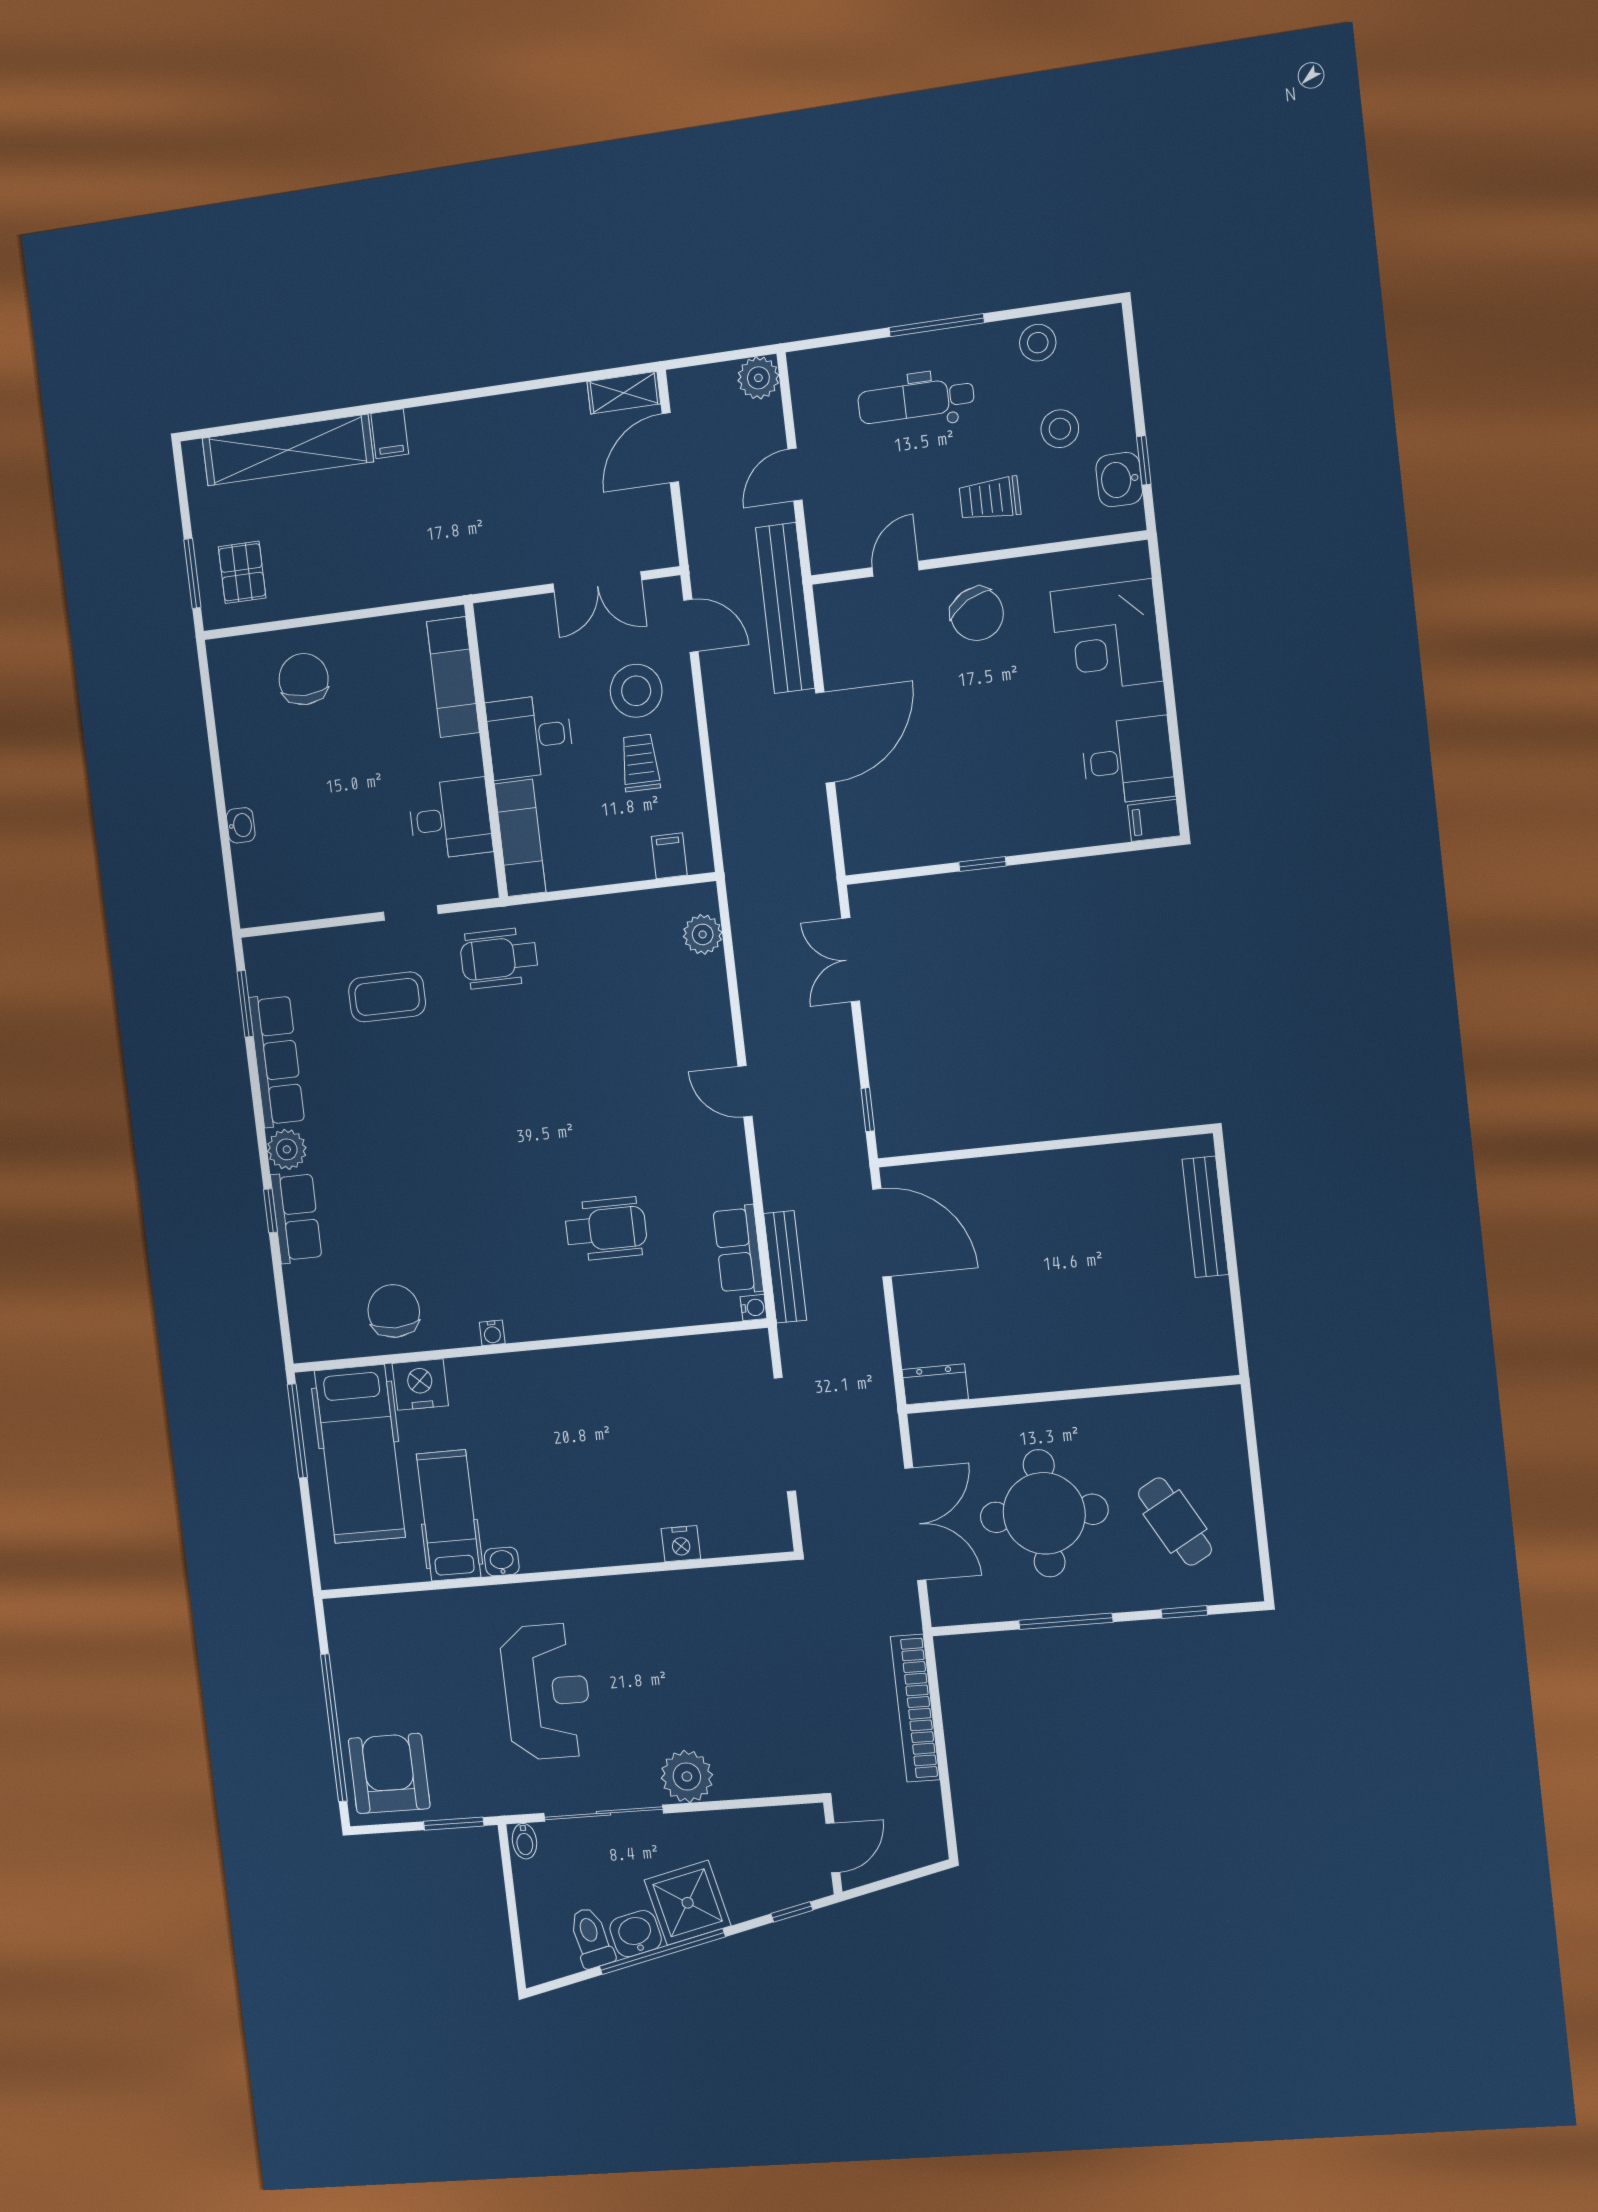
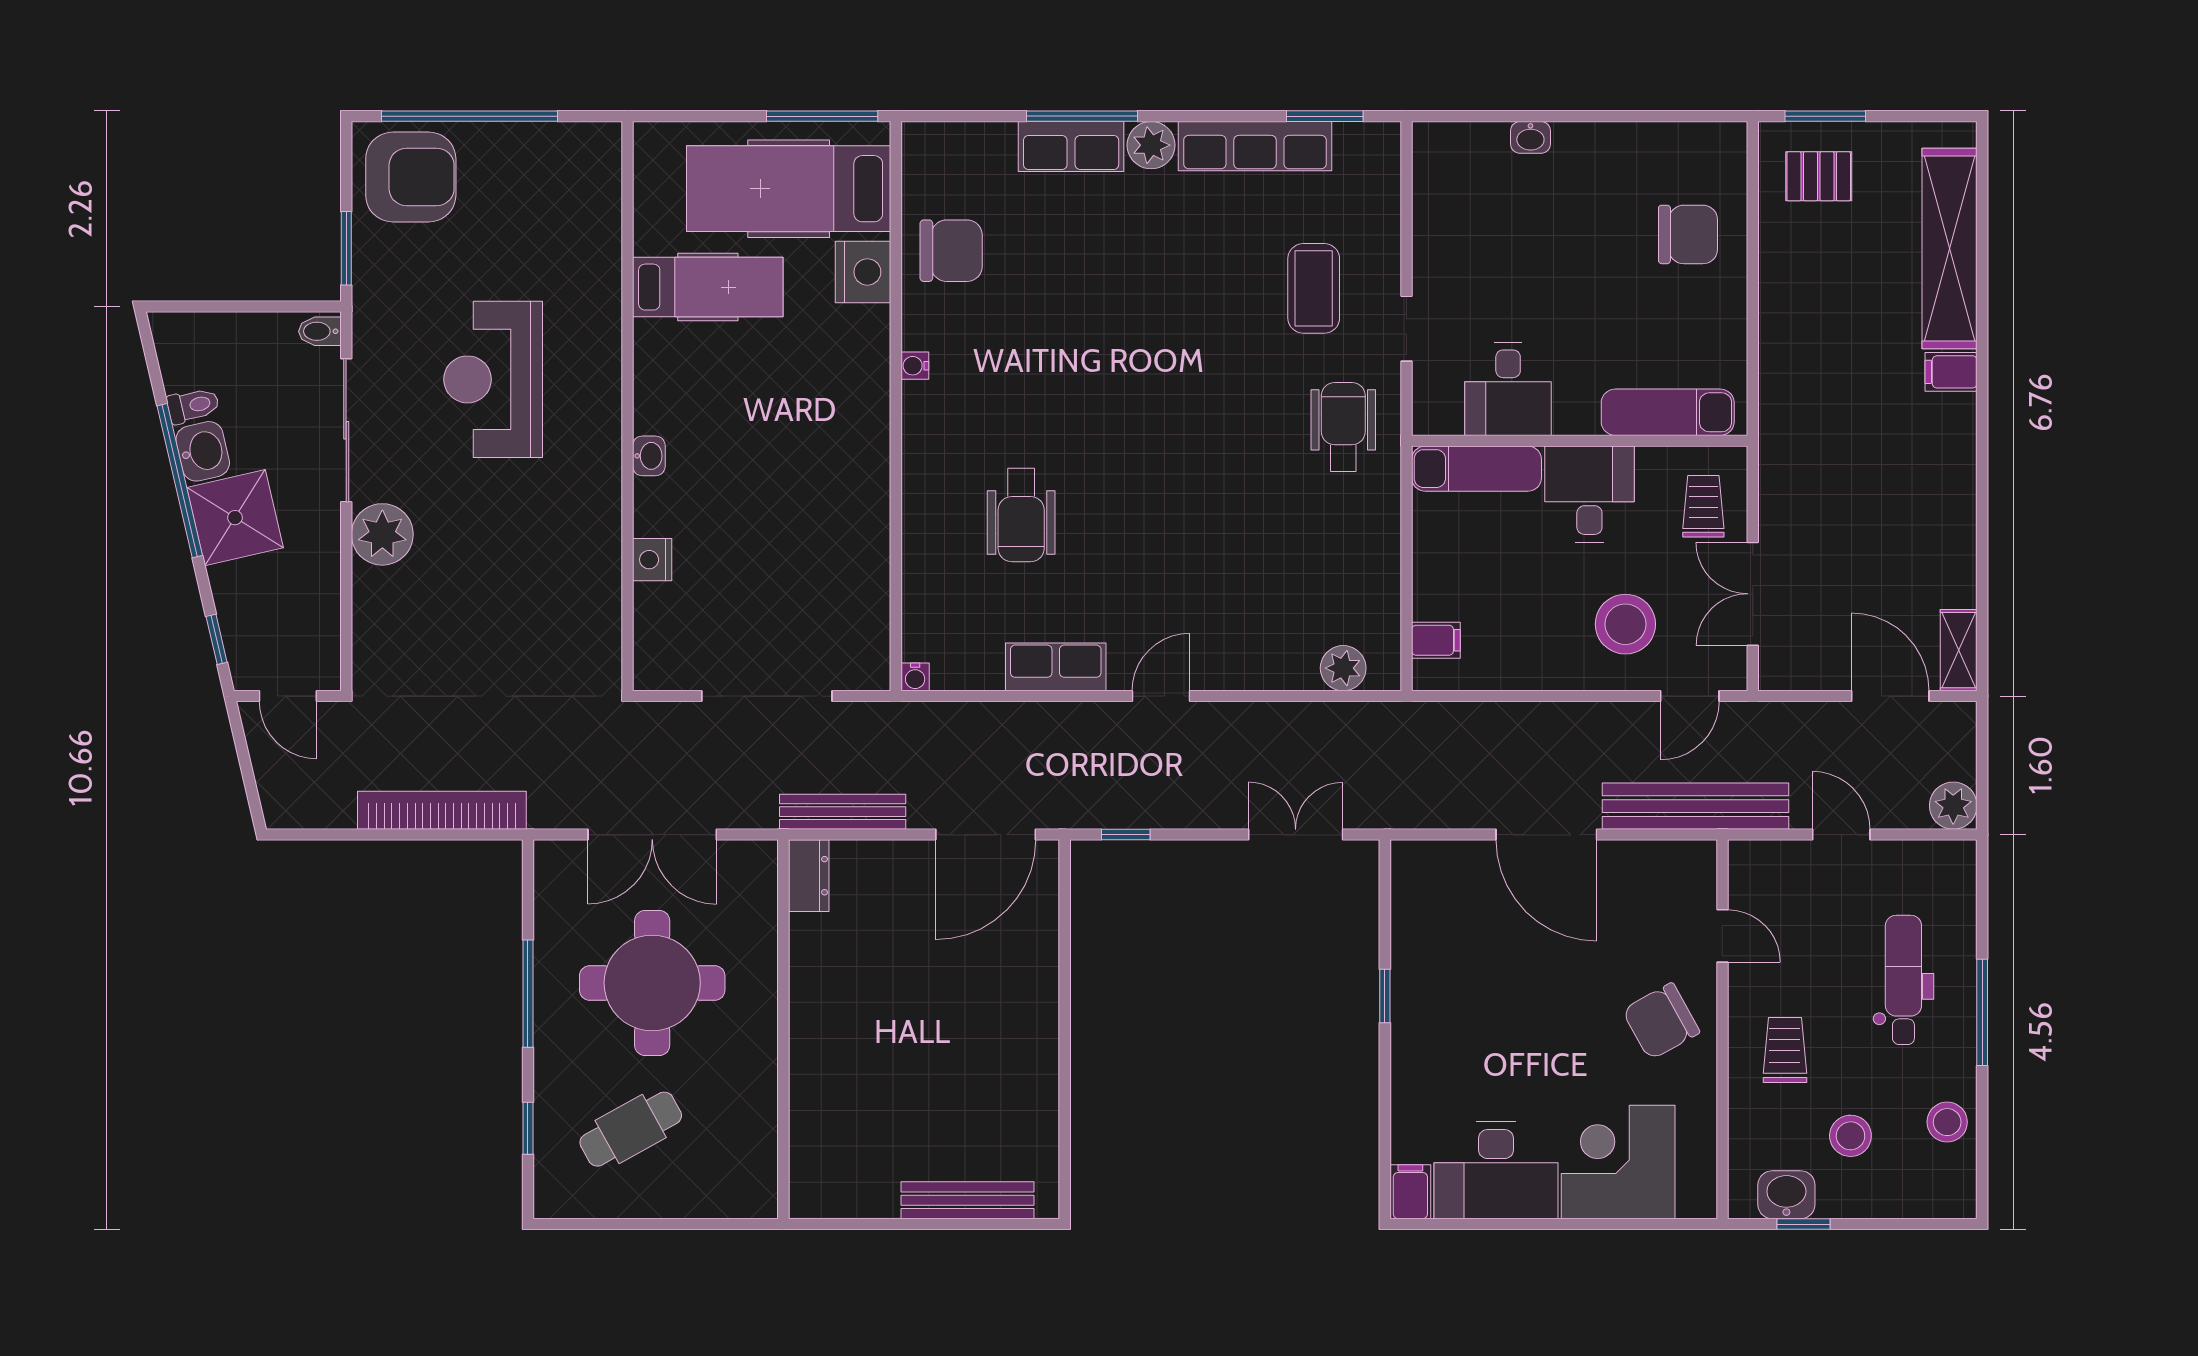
desk: (1128, 761) -> (1496, 1170), width x1.37
trolley: (640, 763) -> (1703, 506), moved, turned -90
window: (270, 1211) -> (1082, 116), width x2.17
row of seats: (738, 1250) -> (1056, 667), moved
bench: (785, 1267) -> (843, 812), moved
washbasin: (502, 1562) -> (649, 456), moved
reception desk: (547, 1692) -> (493, 379), turned 90
toilet: (591, 1938) -> (193, 405), width x0.73, depth x0.72

